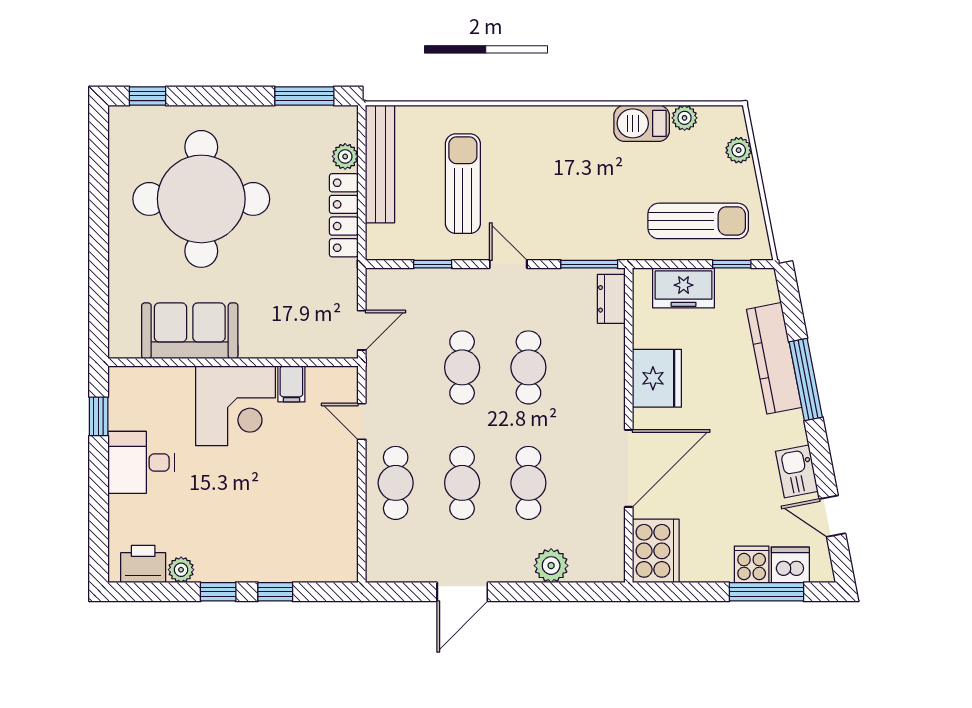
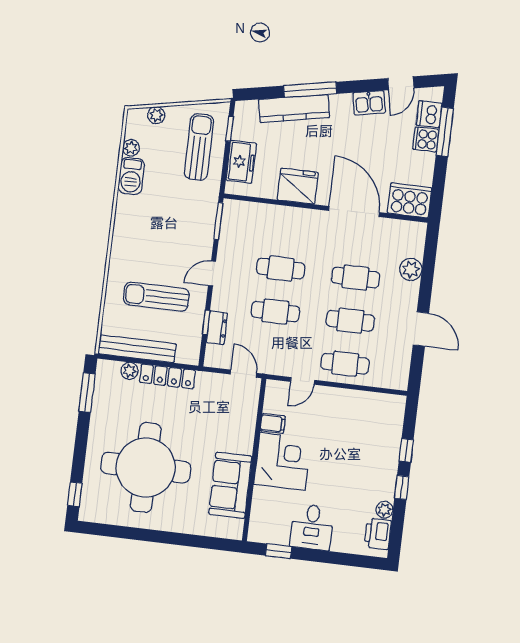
dresser: (611, 299) -> (217, 328), moved, turned -90

